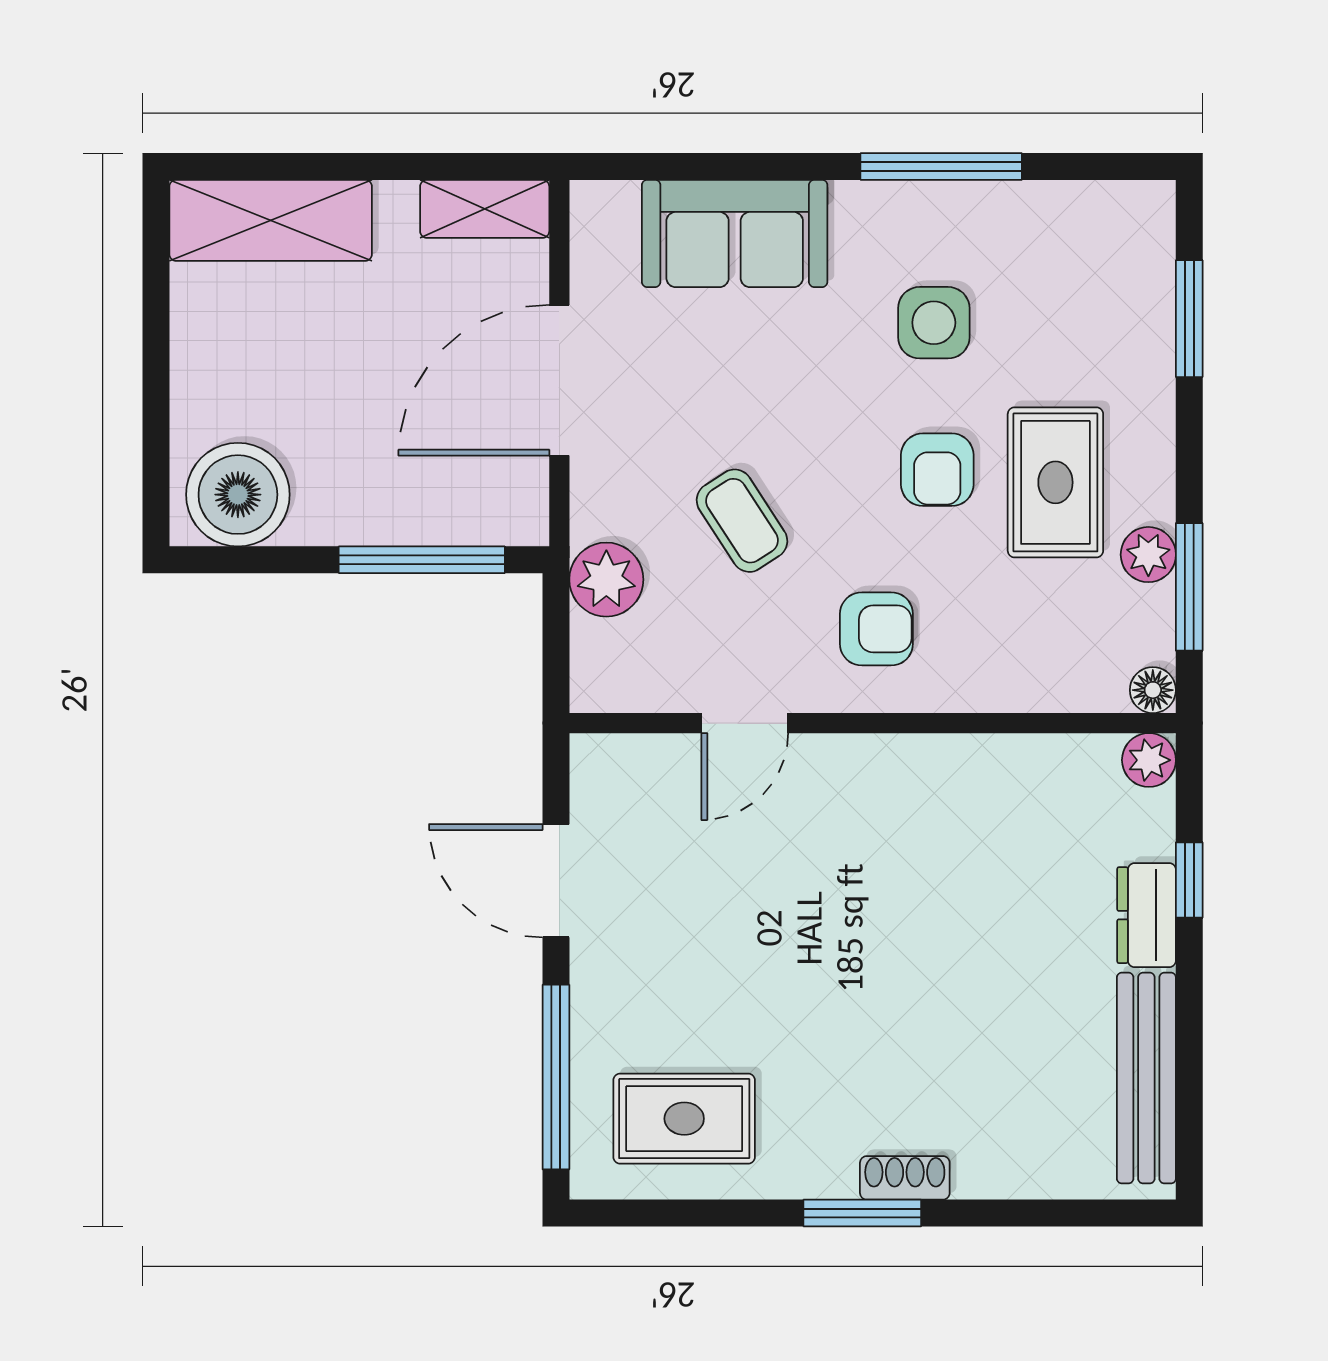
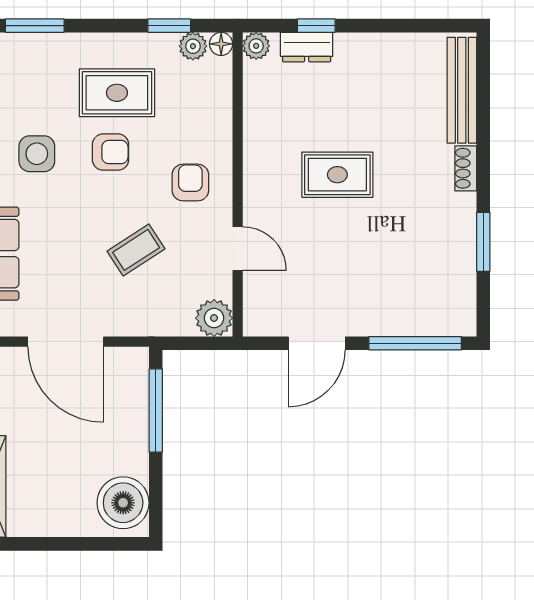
plant: (1148, 555) -> (193, 46), moved
plant: (606, 580) -> (214, 318), moved
window: (1189, 587) -> (169, 26), width x0.67
dresser: (1147, 915) -> (307, 47), moved
bench: (1146, 1078) -> (462, 90), moved, turned 90
rug: (684, 1119) -> (337, 175), moved, turned 90
window: (862, 1213) -> (483, 242), moved

